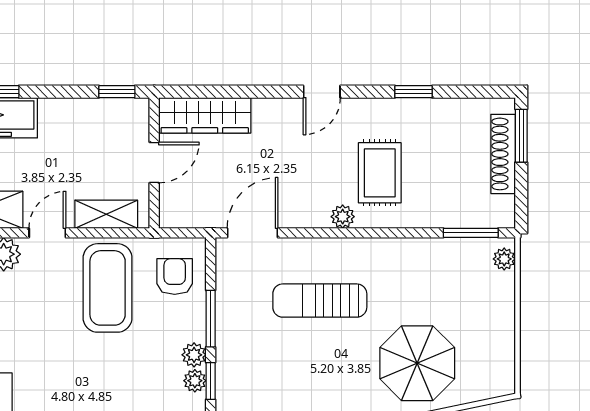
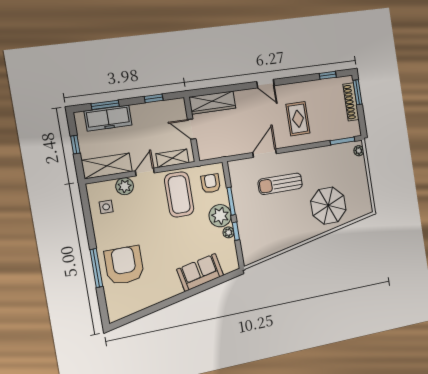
window: (117, 92) -> (154, 98), moved
door: (322, 92) -> (265, 84), hinge flipped
window: (413, 92) -> (328, 75), moved
door: (154, 163) -> (192, 129), swing flipped
plant: (343, 217) -> (284, 142), removed
door: (253, 233) -> (265, 153), moved
plant: (194, 355) -> (220, 216), width x1.87, depth x1.87

